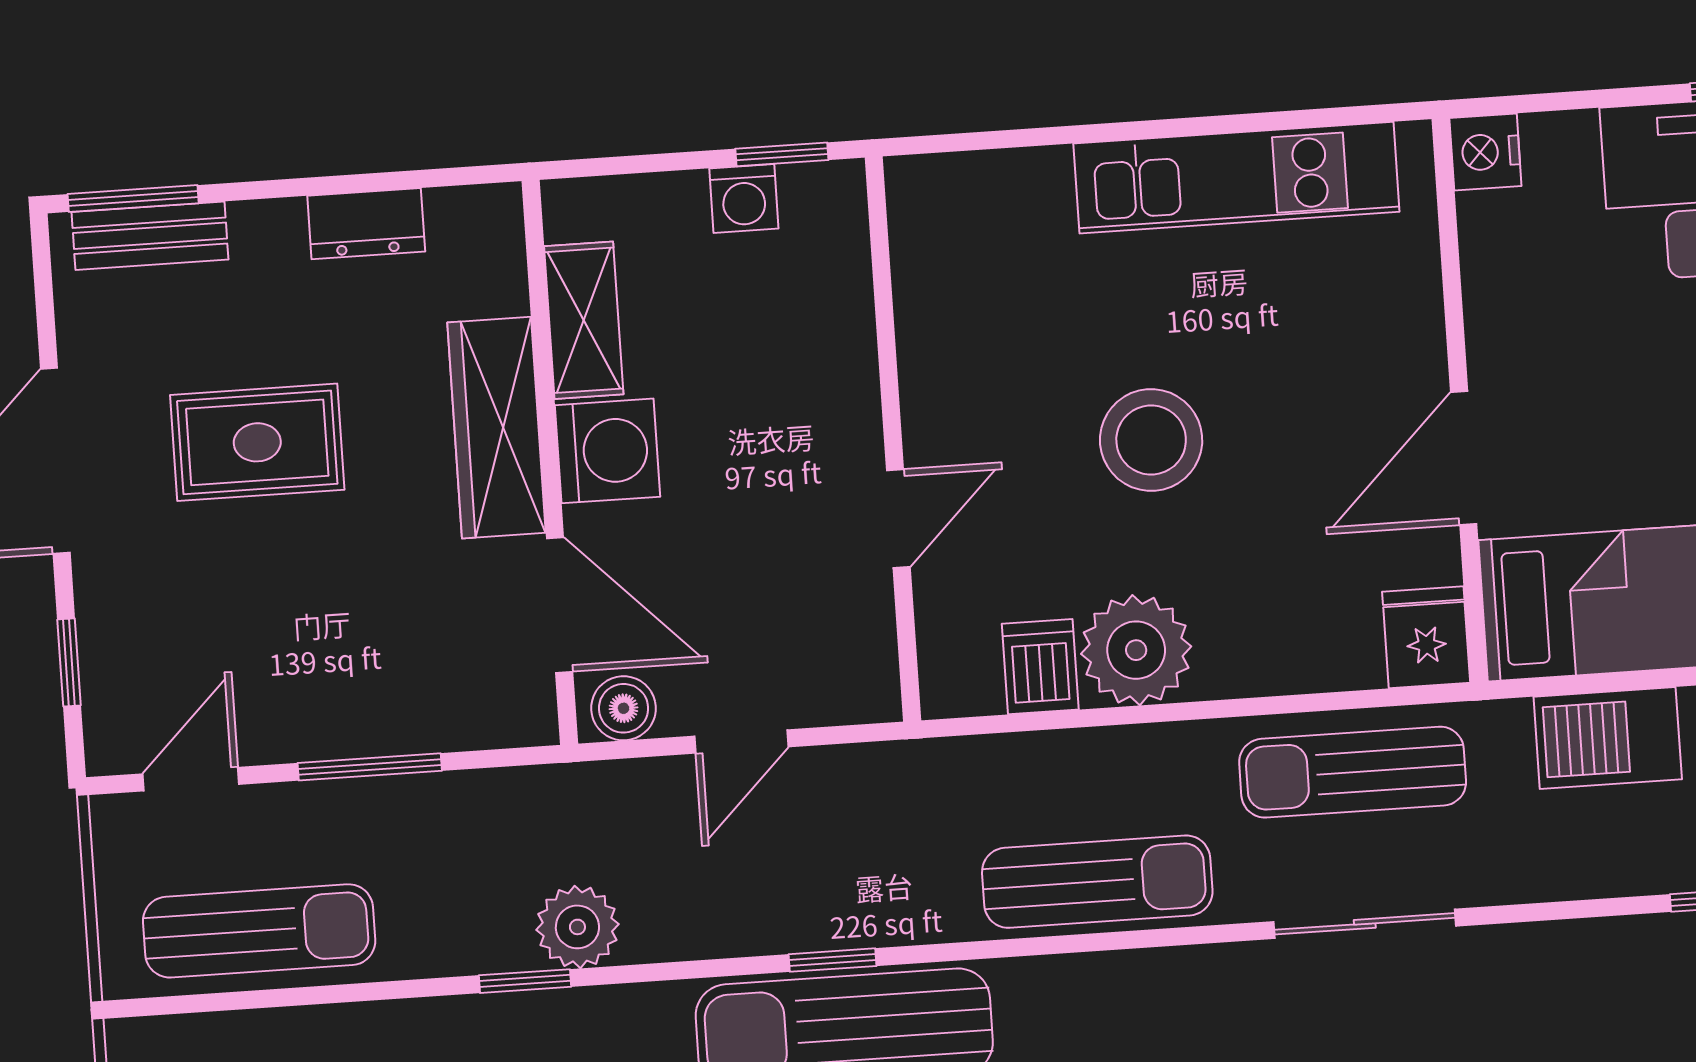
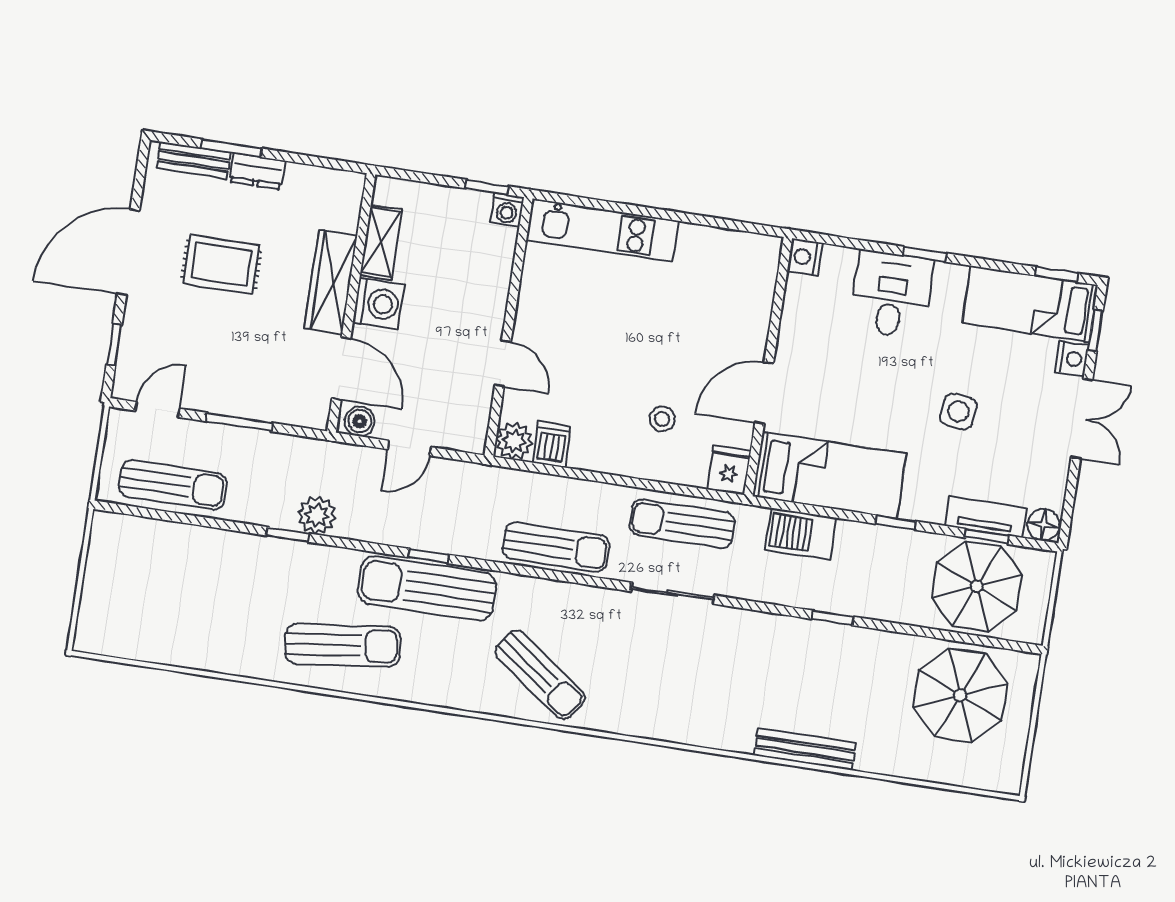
kitchen unit: (1236, 178) -> (602, 230), moved
washing machine: (744, 198) -> (507, 210), moved
window: (133, 199) -> (231, 148), moved
dresser: (366, 224) -> (257, 171), moved
stool: (1151, 440) -> (662, 419), moved, width x0.53, depth x0.53
door: (898, 519) -> (503, 363), hinge flipped
plant: (1136, 650) -> (514, 441), moved, width x0.73, depth x0.73

